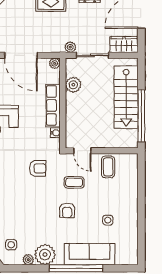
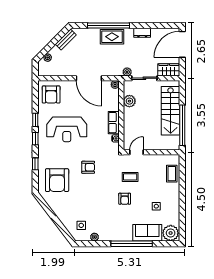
row of seats: (53, 106) -> (114, 123), width x0.68
door: (82, 151) -> (137, 152), swing flipped
coffee table: (108, 167) -> (172, 174), moved
armchair: (38, 168) -> (88, 167), moved
sofa: (90, 254) -> (147, 233), width x0.73
plant: (45, 255) -> (171, 233), moved

